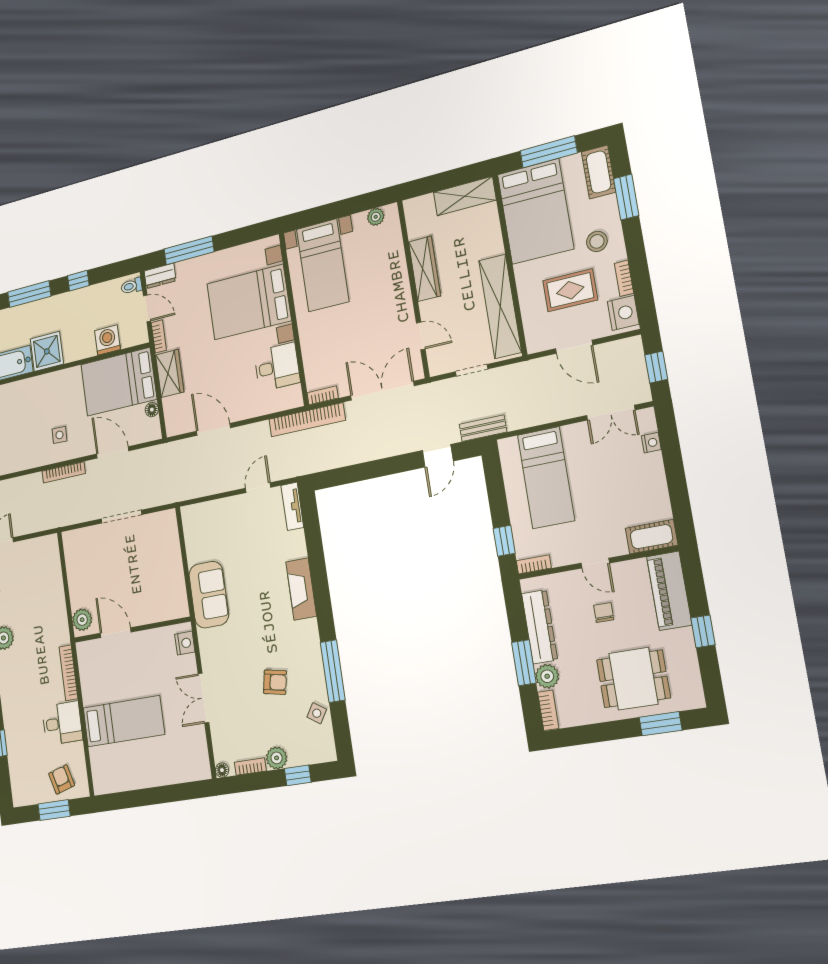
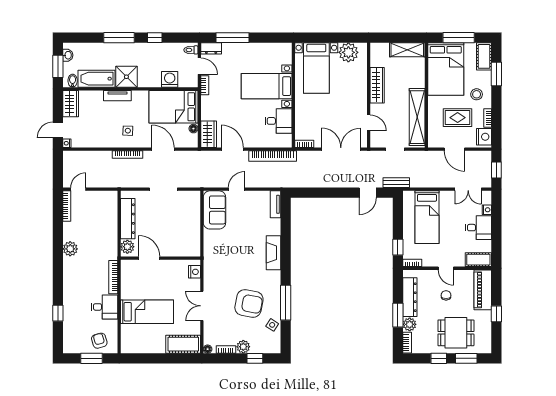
plant: (376, 217) -> (348, 52), width x1.88, depth x1.88
bed with nightstands: (249, 302) -> (267, 86), width x0.73
wardrobe: (170, 373) -> (209, 134), moved
tv unit: (38, 384) -> (117, 96), added
bookcase: (307, 420) -> (273, 156), moved
desk: (642, 478) -> (478, 228), added
door: (258, 488) -> (237, 189), moved
dresser: (77, 574) -> (128, 219), added
sofa: (209, 595) -> (214, 210), moved
armchair: (275, 682) -> (249, 303), width x1.88, depth x1.88
window: (610, 731) -> (439, 358), added
cot: (184, 767) -> (183, 344), added

